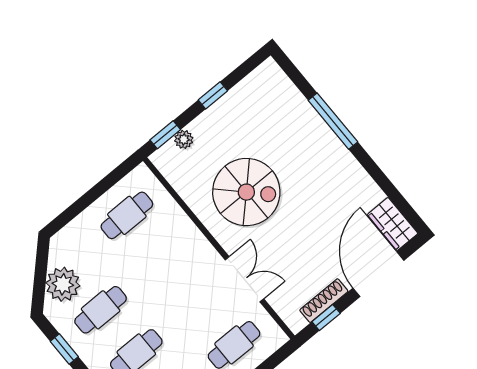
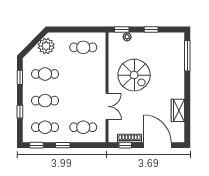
window: (333, 121) -> (187, 56), moved
wardrobe: (393, 224) -> (178, 110), moved
door: (378, 274) -> (158, 145), hinge flipped
plant: (63, 284) -> (46, 46), moved

